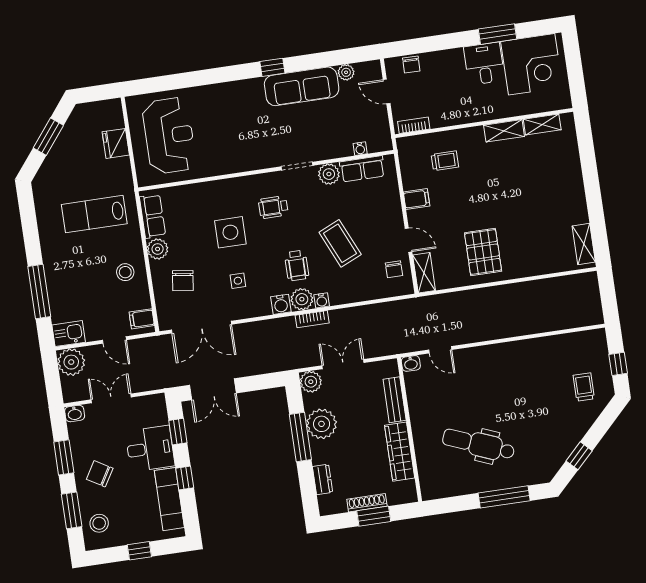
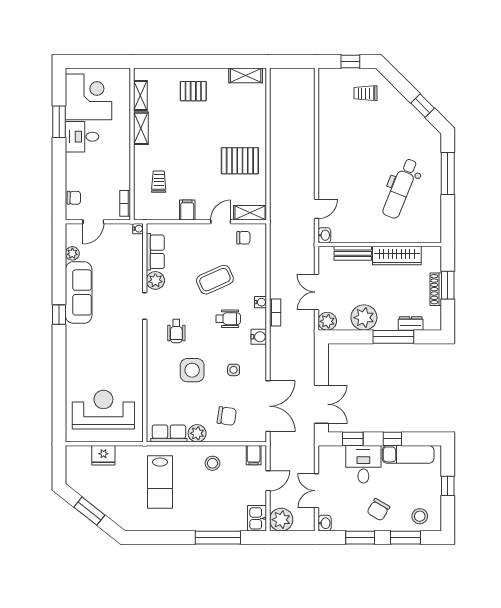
water cooler: (360, 149) -> (138, 229), moved
pallet: (556, 186) -> (193, 91), added
plant: (302, 299) -> (257, 319), removed
window: (300, 437) -> (393, 337), moved

